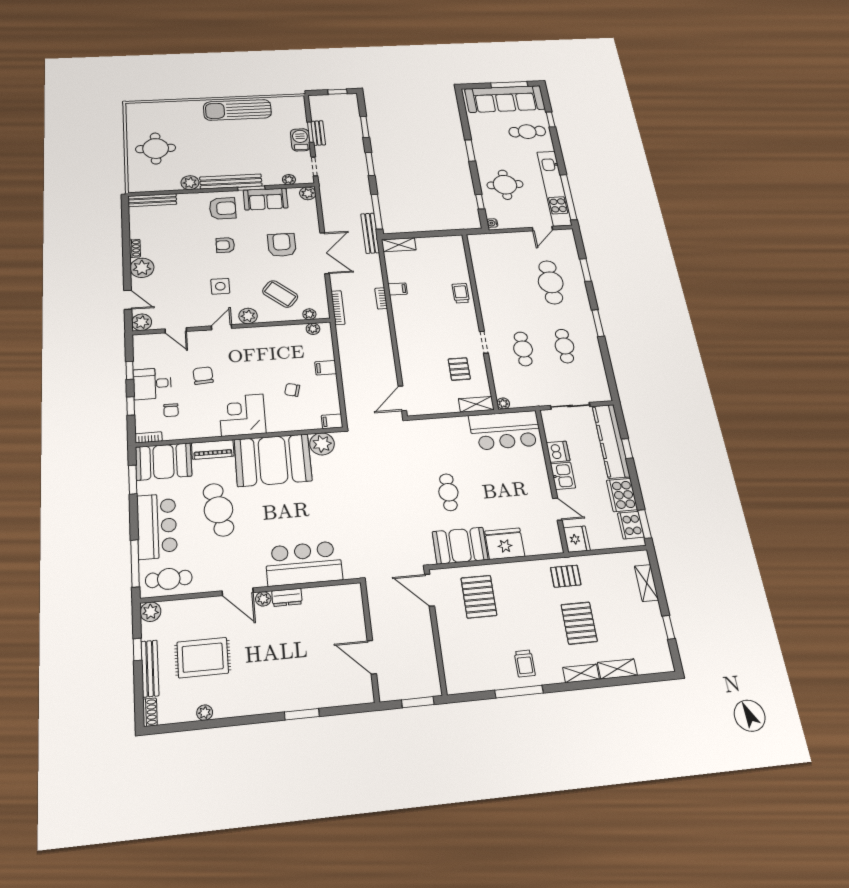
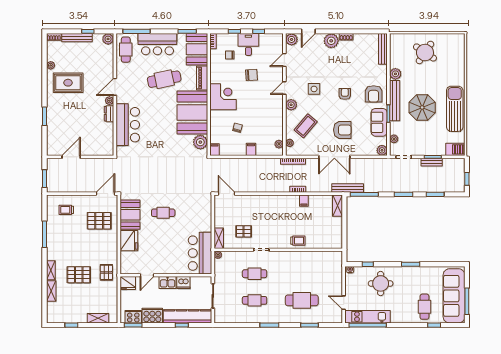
barbecue: (300, 140) -> (455, 149), moved
round table: (156, 148) -> (425, 52), turned 34
parasol: (239, 148) -> (422, 107), added
kitchen unit: (554, 188) -> (367, 317), width x0.73
door: (222, 327) -> (284, 88), swing flipped
rug: (203, 658) -> (68, 83), moved, turned 90
trolley: (525, 664) -> (66, 210), moved

